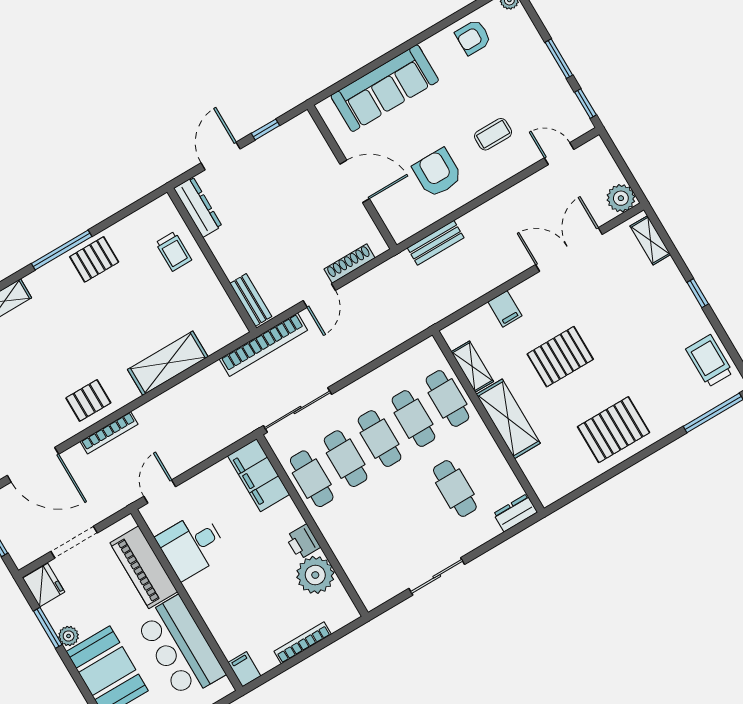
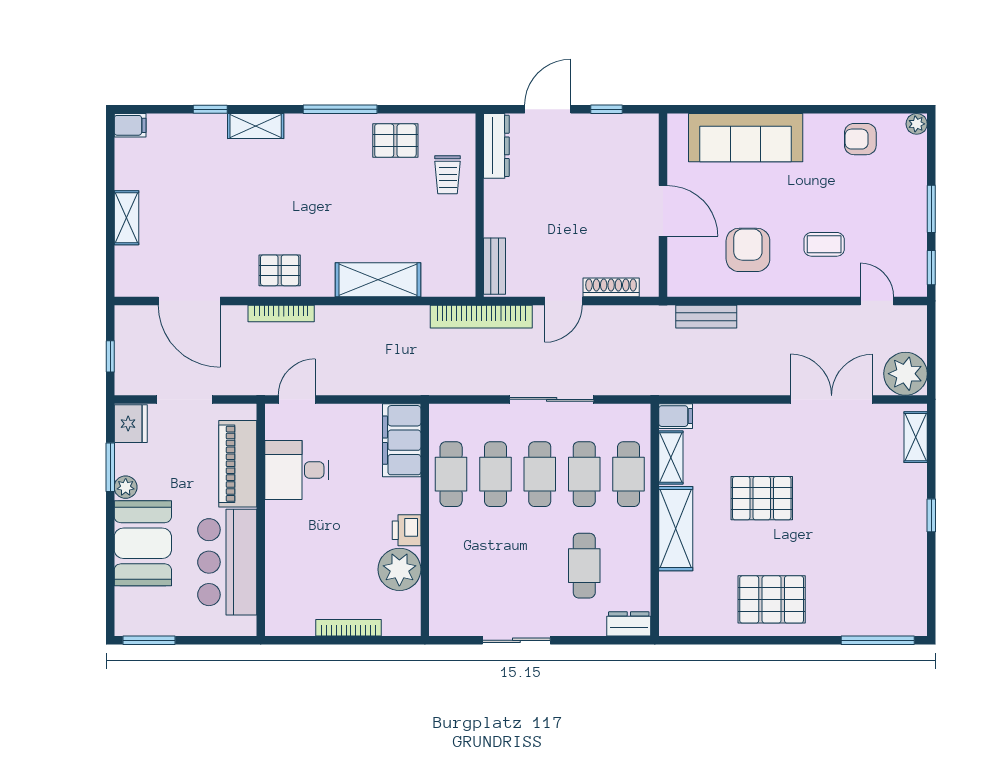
plant: (621, 198) -> (905, 374), width x1.36, depth x1.36
pallet: (94, 259) -> (395, 141), moved
filing cabinet: (505, 309) -> (676, 416), moved, turned -90
trolley: (709, 361) -> (904, 588), removed
sliding door: (298, 410) -> (552, 399), moved
filing cabinet: (244, 669) -> (277, 620), removed

